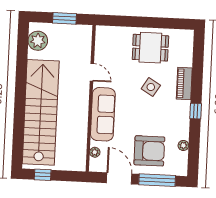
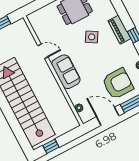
piano: (184, 84) -> (119, 30), moved
sofa: (103, 114) -> (66, 72), width x0.73

